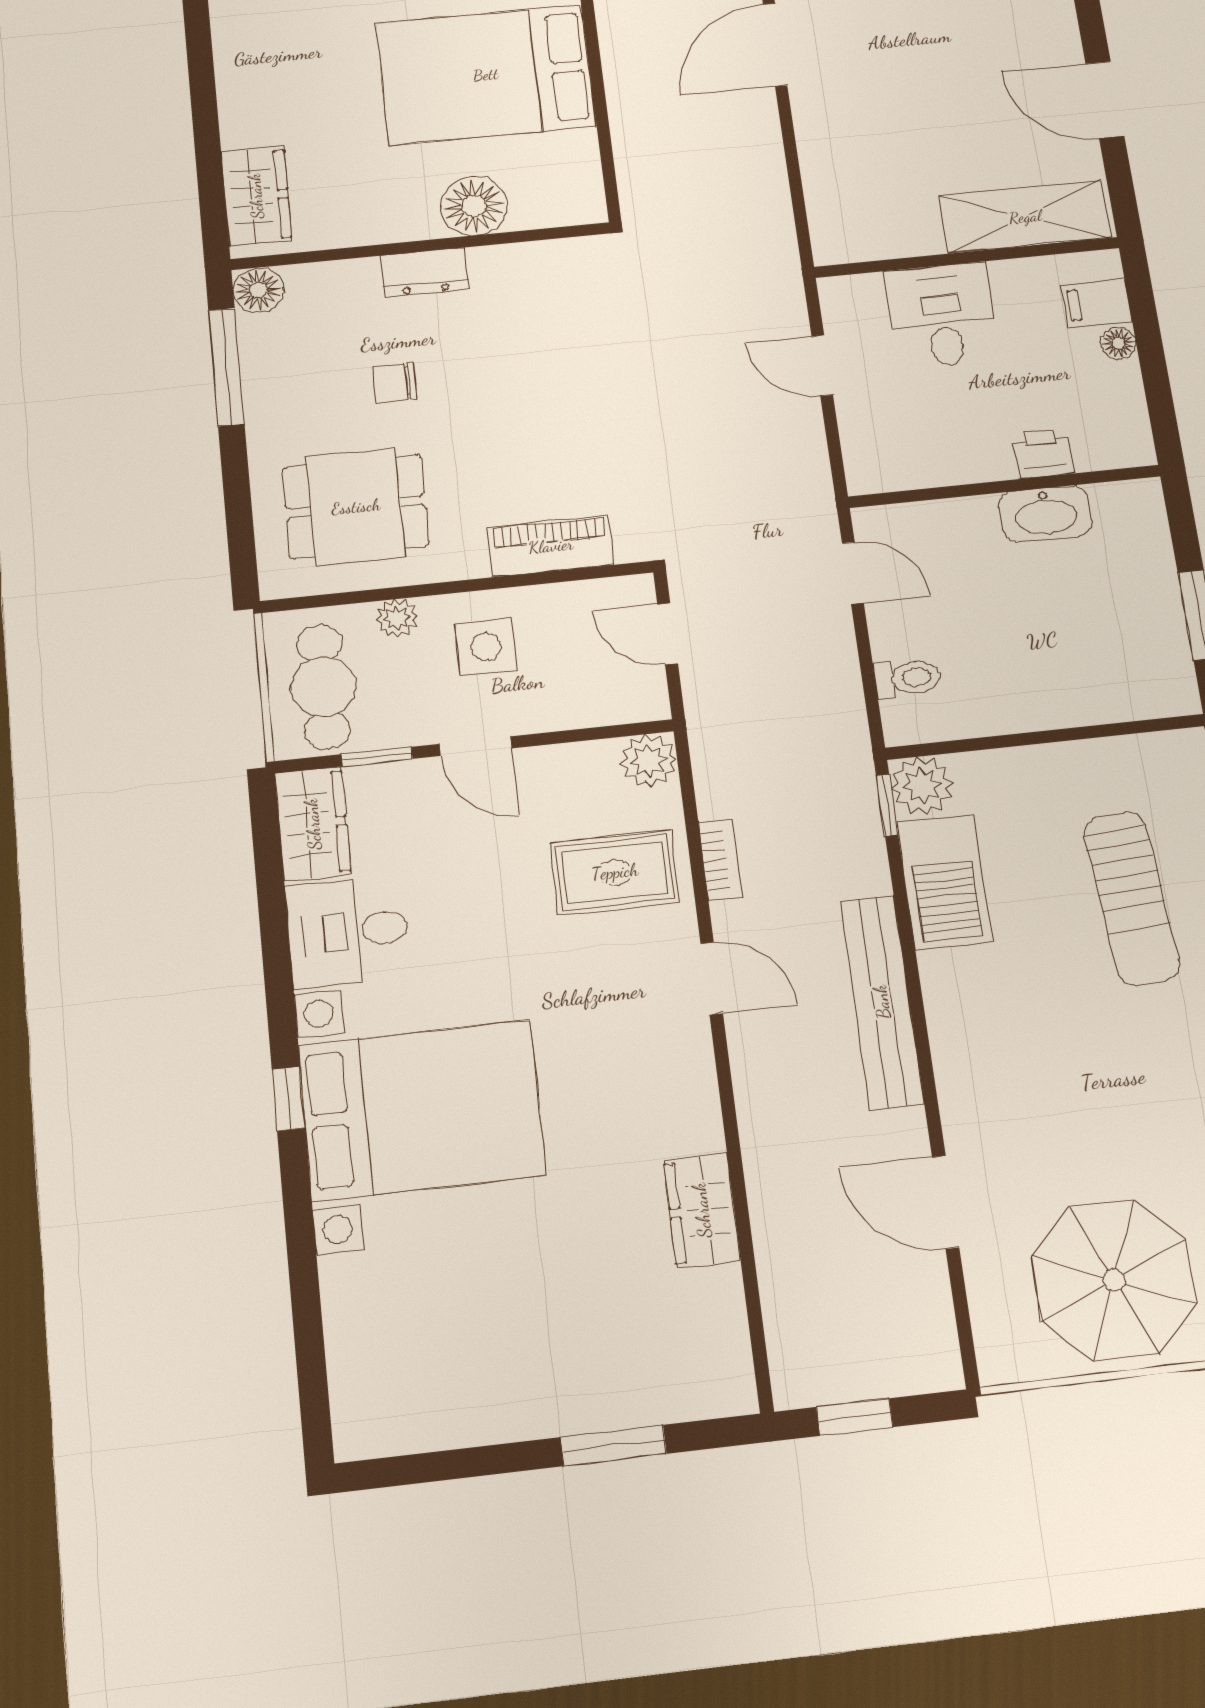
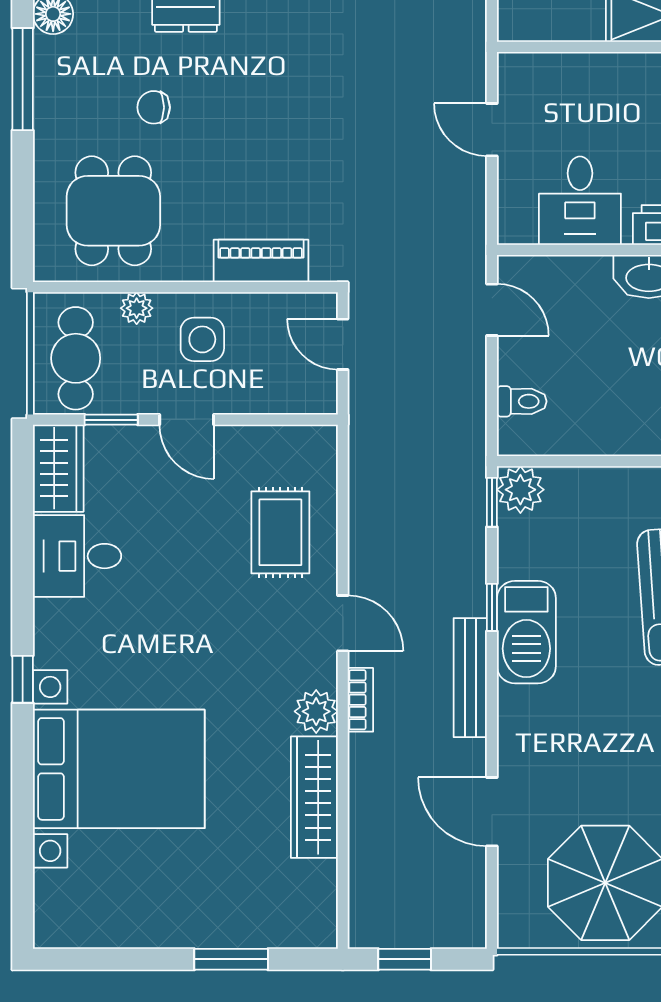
desk: (943, 315) -> (580, 201), moved, turned 180
dining table: (356, 507) -> (113, 211), turned 90
plant: (649, 761) -> (316, 711), moved
bookcase: (720, 860) -> (360, 700), moved
rug: (615, 872) -> (280, 532), turned 90
barbecue: (944, 882) -> (526, 632), moved
window: (906, 936) -> (492, 607), added
bench: (882, 1002) -> (470, 678), width x0.73, depth x0.82
bed with nightstands: (422, 1110) -> (119, 769), moved
wardrobe: (702, 1210) -> (314, 797), width x1.50

